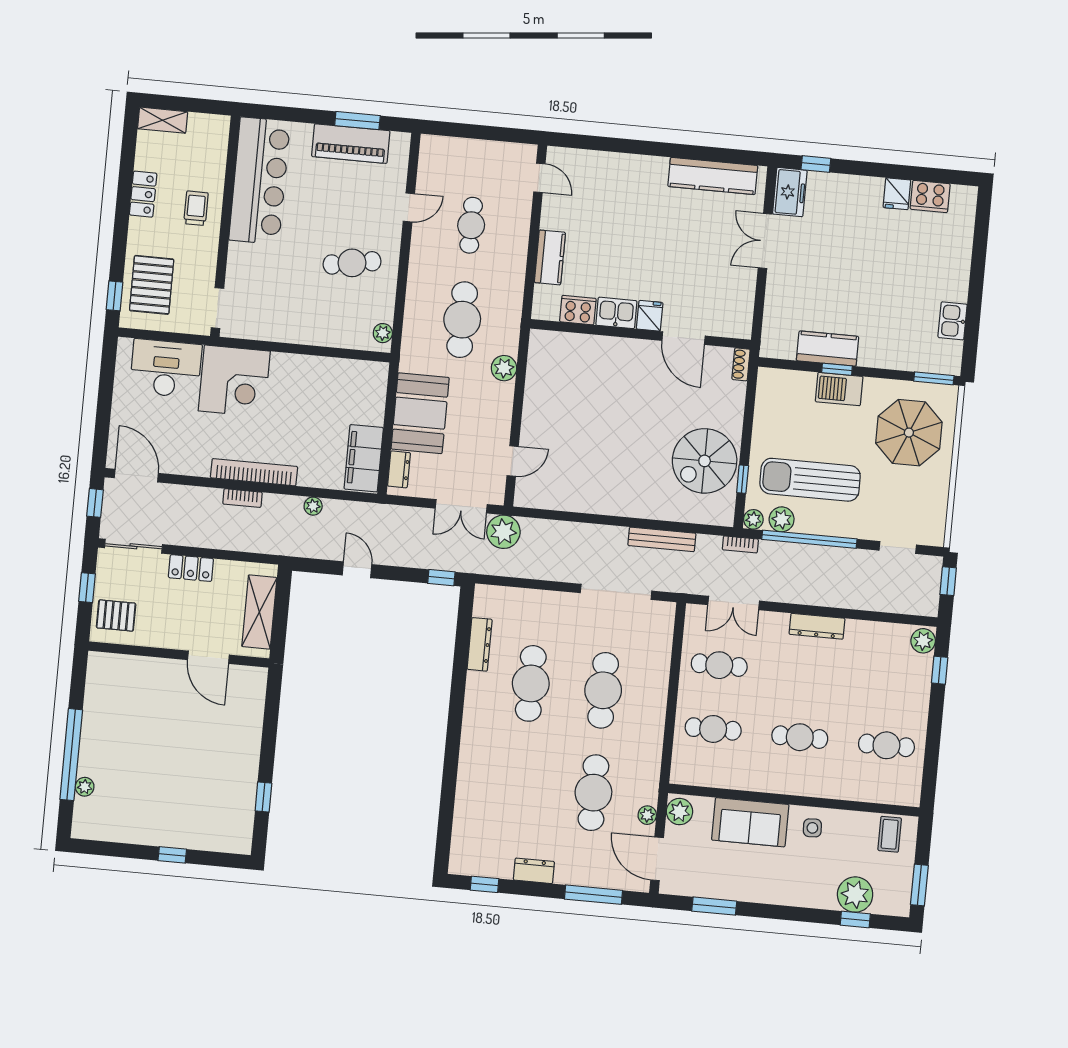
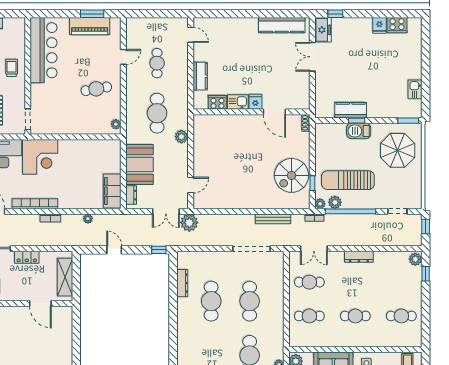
bookcase: (254, 472) -> (35, 204), moved

